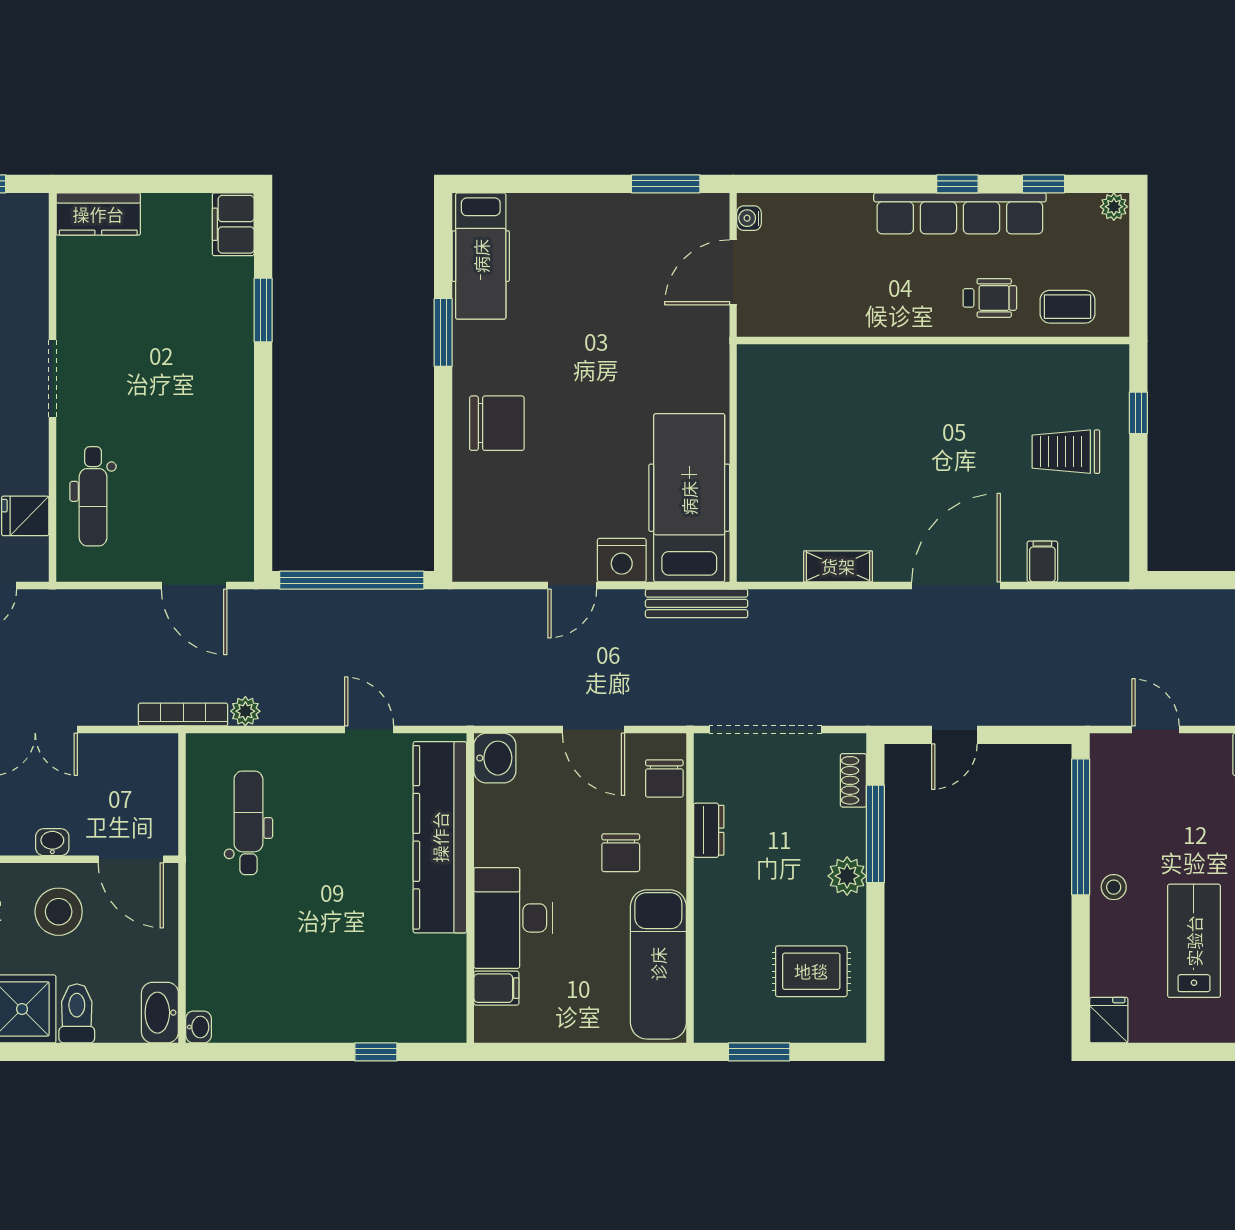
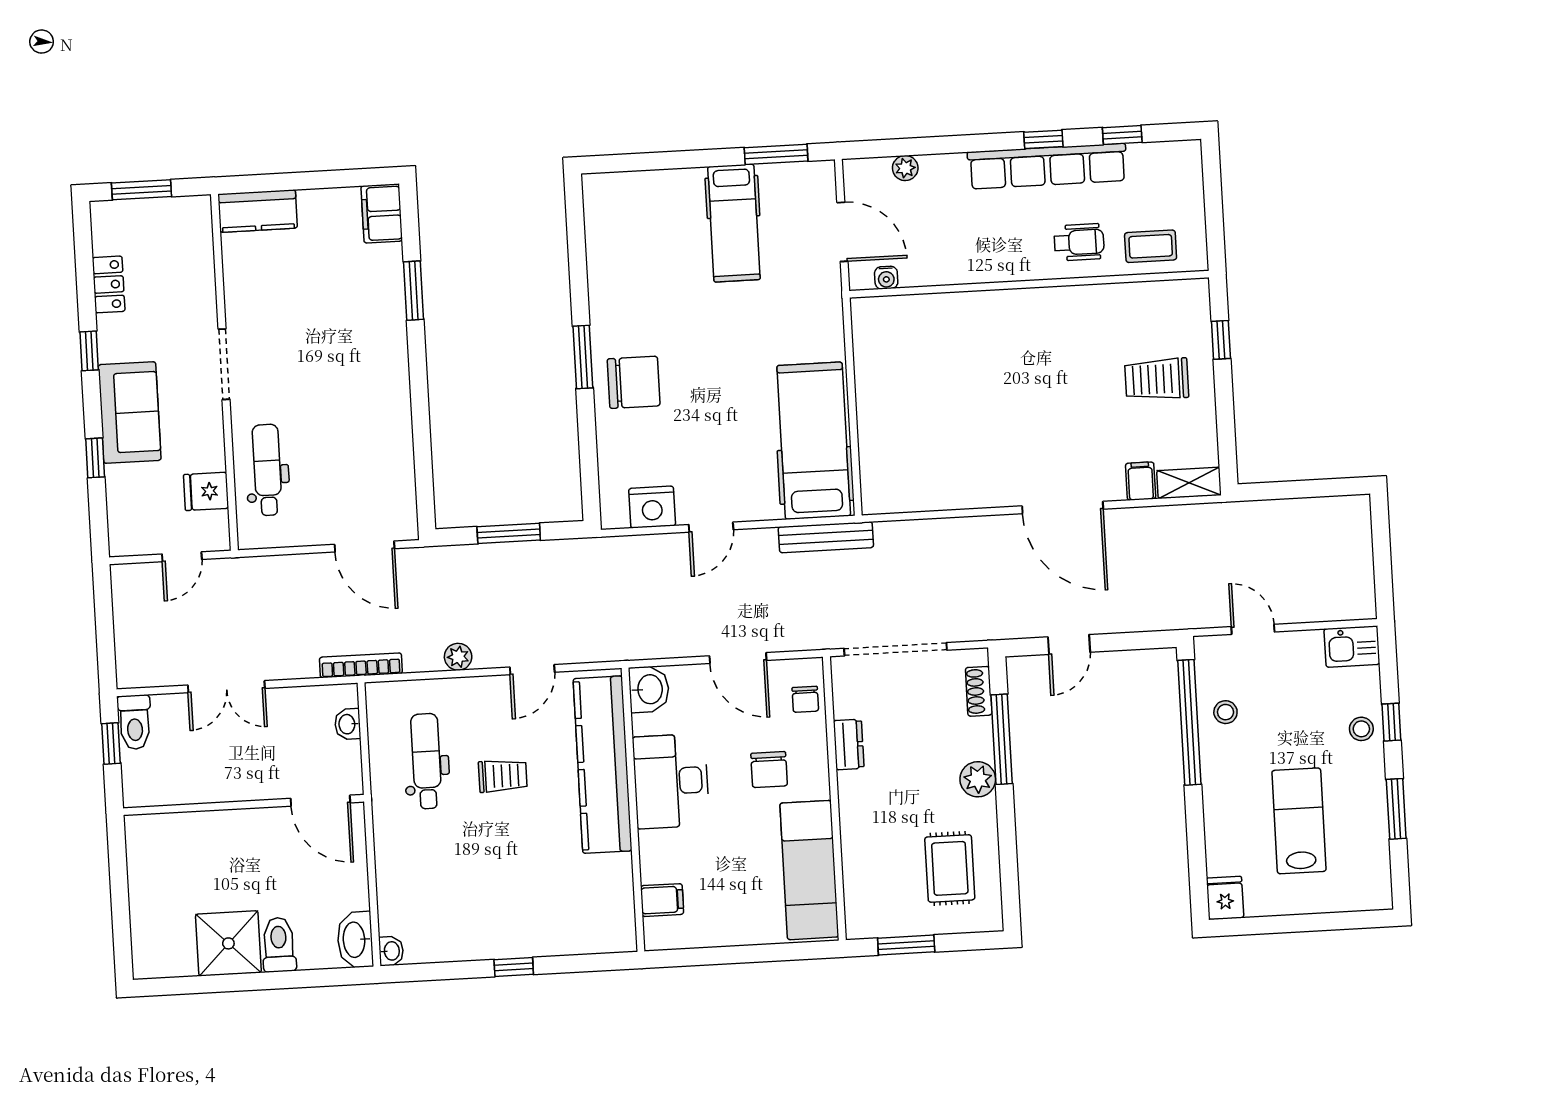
plant: (1114, 207) -> (905, 168), moved
water cooler: (749, 218) -> (886, 278), moved, turned -90
hospital bed: (481, 256) -> (734, 223), moved
door: (733, 272) -> (842, 232), swing flipped
window: (443, 332) -> (583, 357), moved
dental chair: (93, 496) -> (267, 470), turned 180
nightstand: (622, 560) -> (652, 507), moved
shelving: (838, 566) -> (1189, 483), moved
window: (352, 580) -> (509, 533), width x0.47
door: (956, 585) -> (1063, 507), swing flipped
plant: (245, 711) -> (458, 657), moved
door: (369, 730) -> (532, 670), swing flipped
chair: (664, 778) -> (805, 699), width x0.73, depth x0.73
washbasin: (52, 842) -> (348, 724), moved, turned -90
trolley: (331, 843) -> (503, 776), added
stool: (1114, 887) -> (1225, 712), moved
stool: (59, 912) -> (257, 852), removed
desk: (513, 918) -> (671, 781), moved
rug: (811, 971) -> (950, 868), turned 90
window: (376, 1052) -> (514, 967), moved

